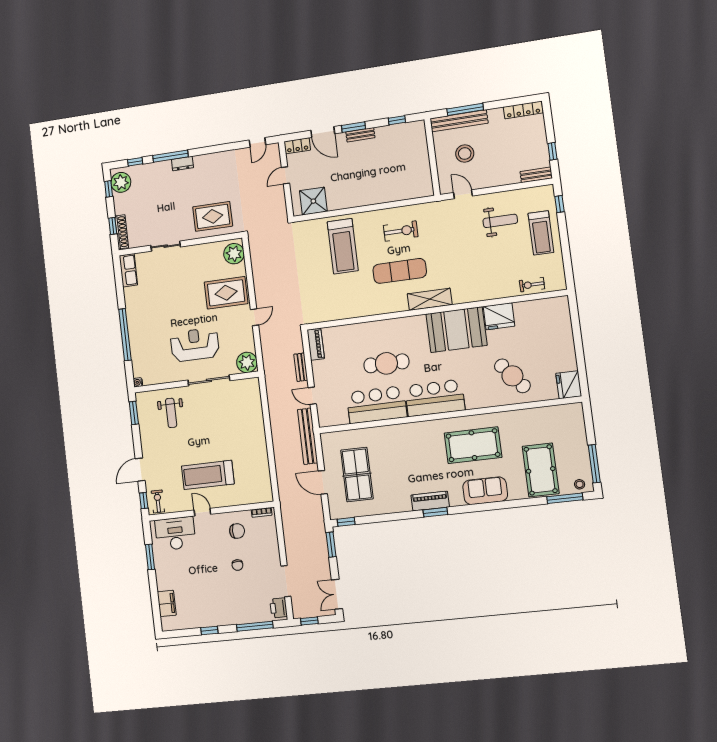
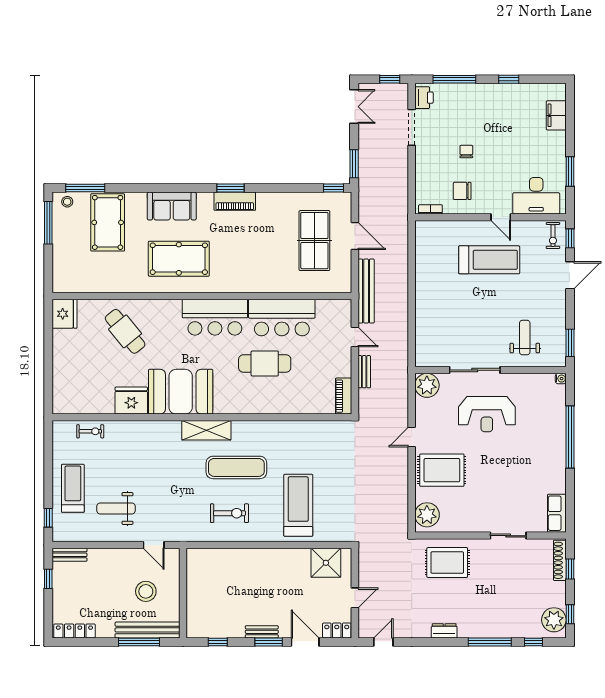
dresser: (182, 164) -> (444, 631), moved
exercise bike: (401, 231) -> (229, 513), turned 180

